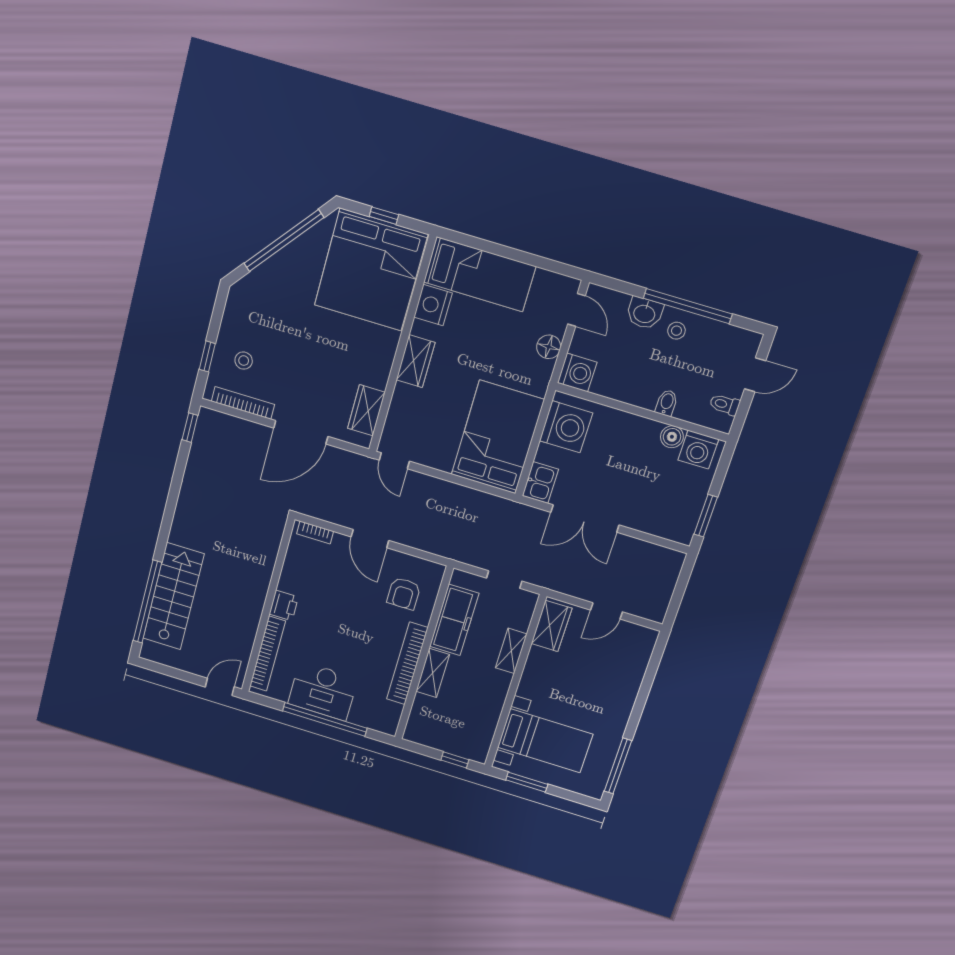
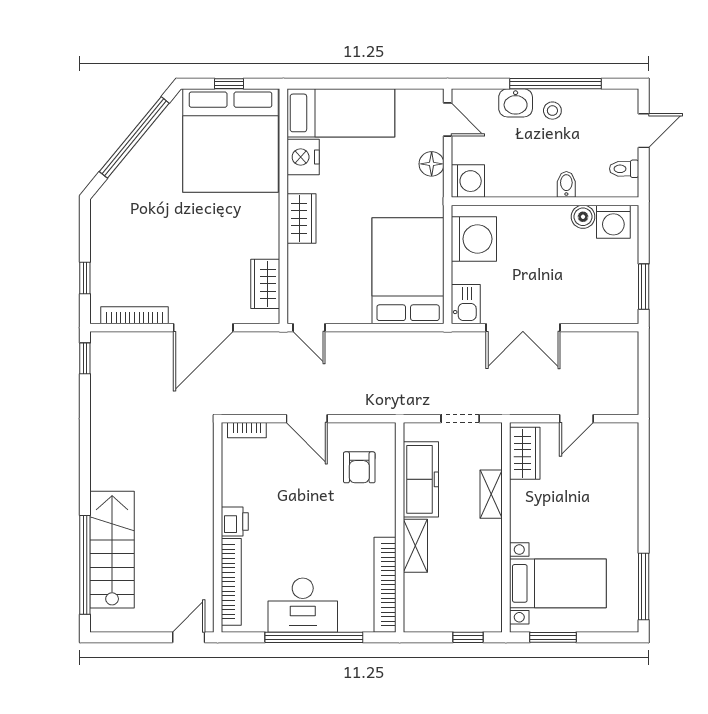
stool: (244, 361) -> (124, 271), removed
bookcase: (407, 663) -> (385, 585), moved

